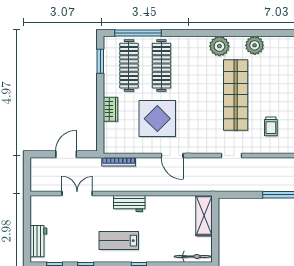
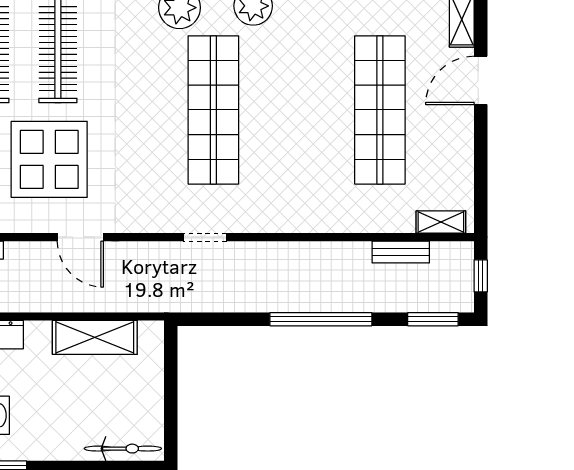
trolley: (271, 126) -> (287, 176), removed
shelving: (204, 216) -> (95, 337), moved, turned 90

